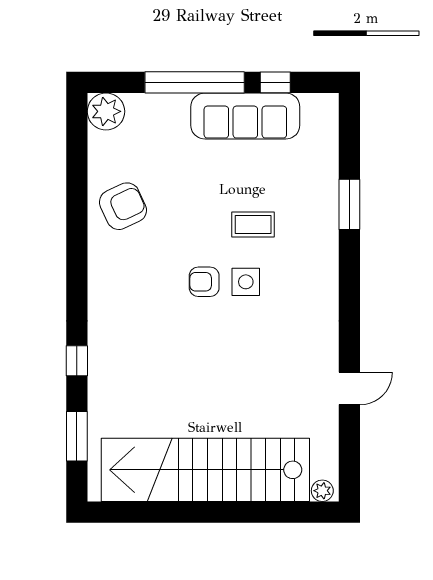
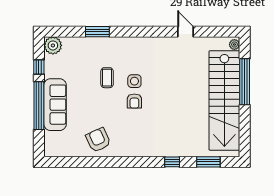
plant: (106, 111) -> (53, 45), moved
sofa: (245, 116) -> (55, 105), moved
window: (244, 512) -> (245, 82), added

